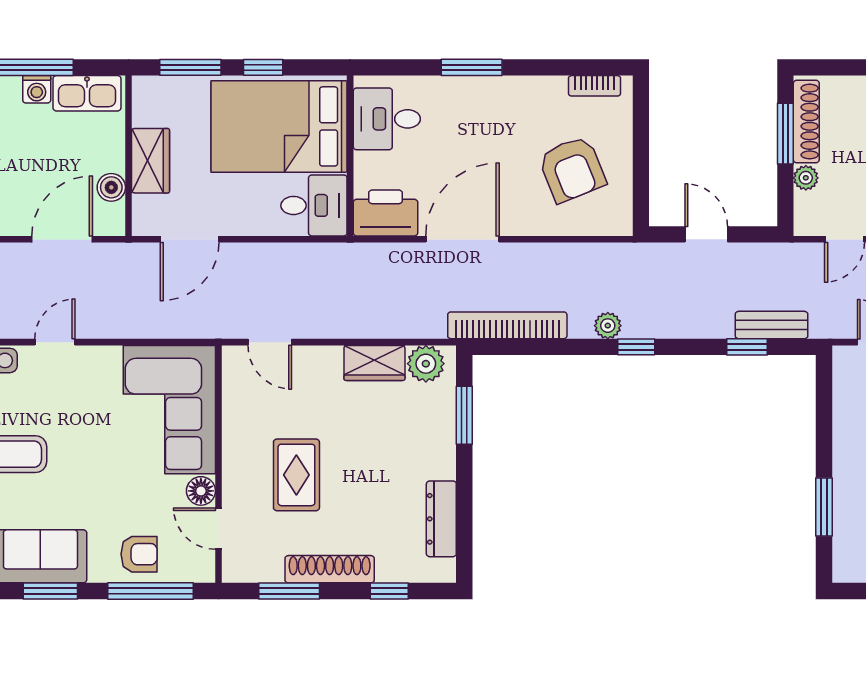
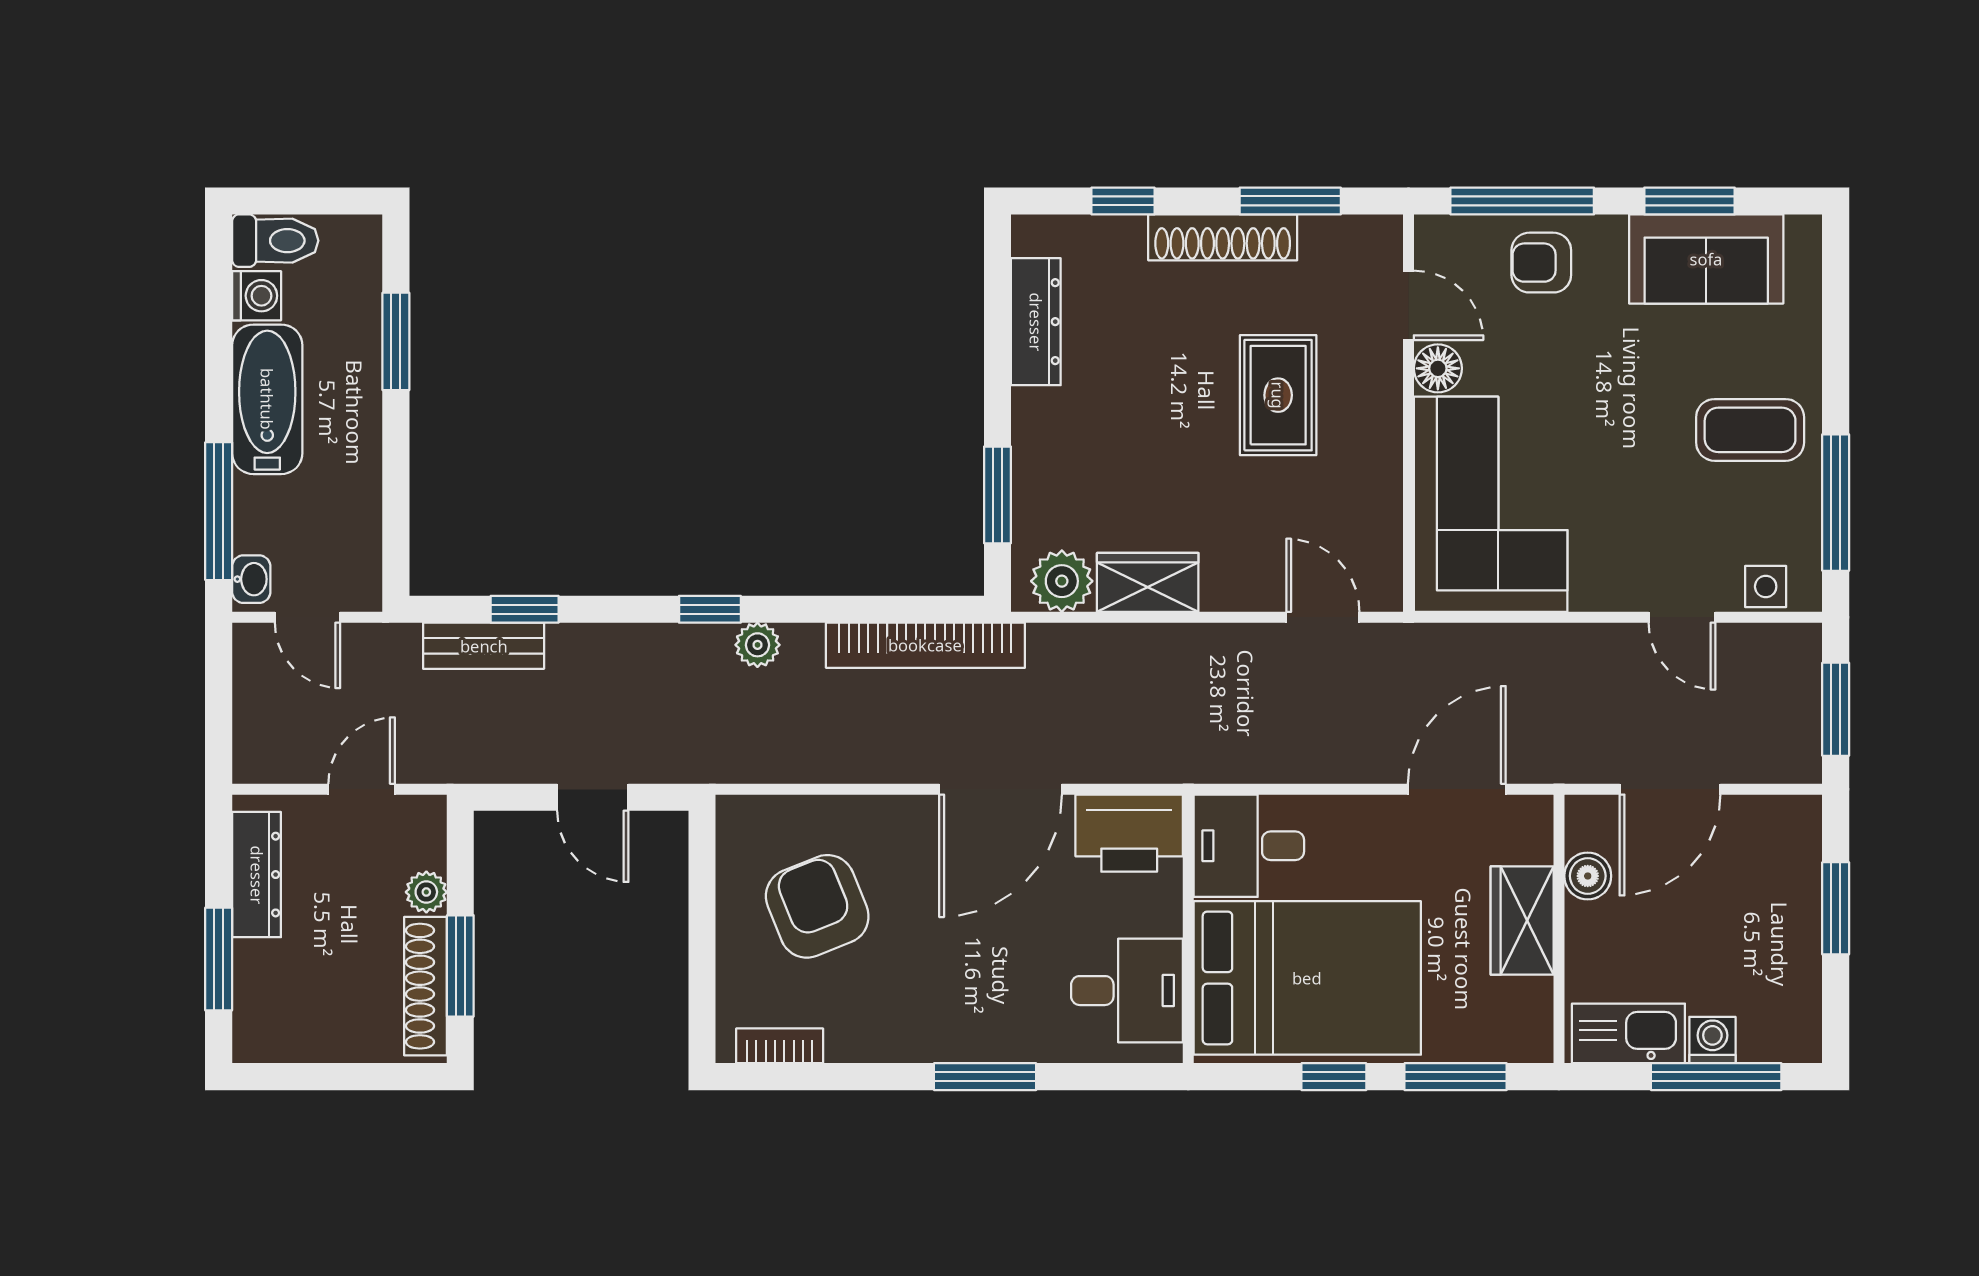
door: (55, 342) -> (1682, 617), hinge flipped

